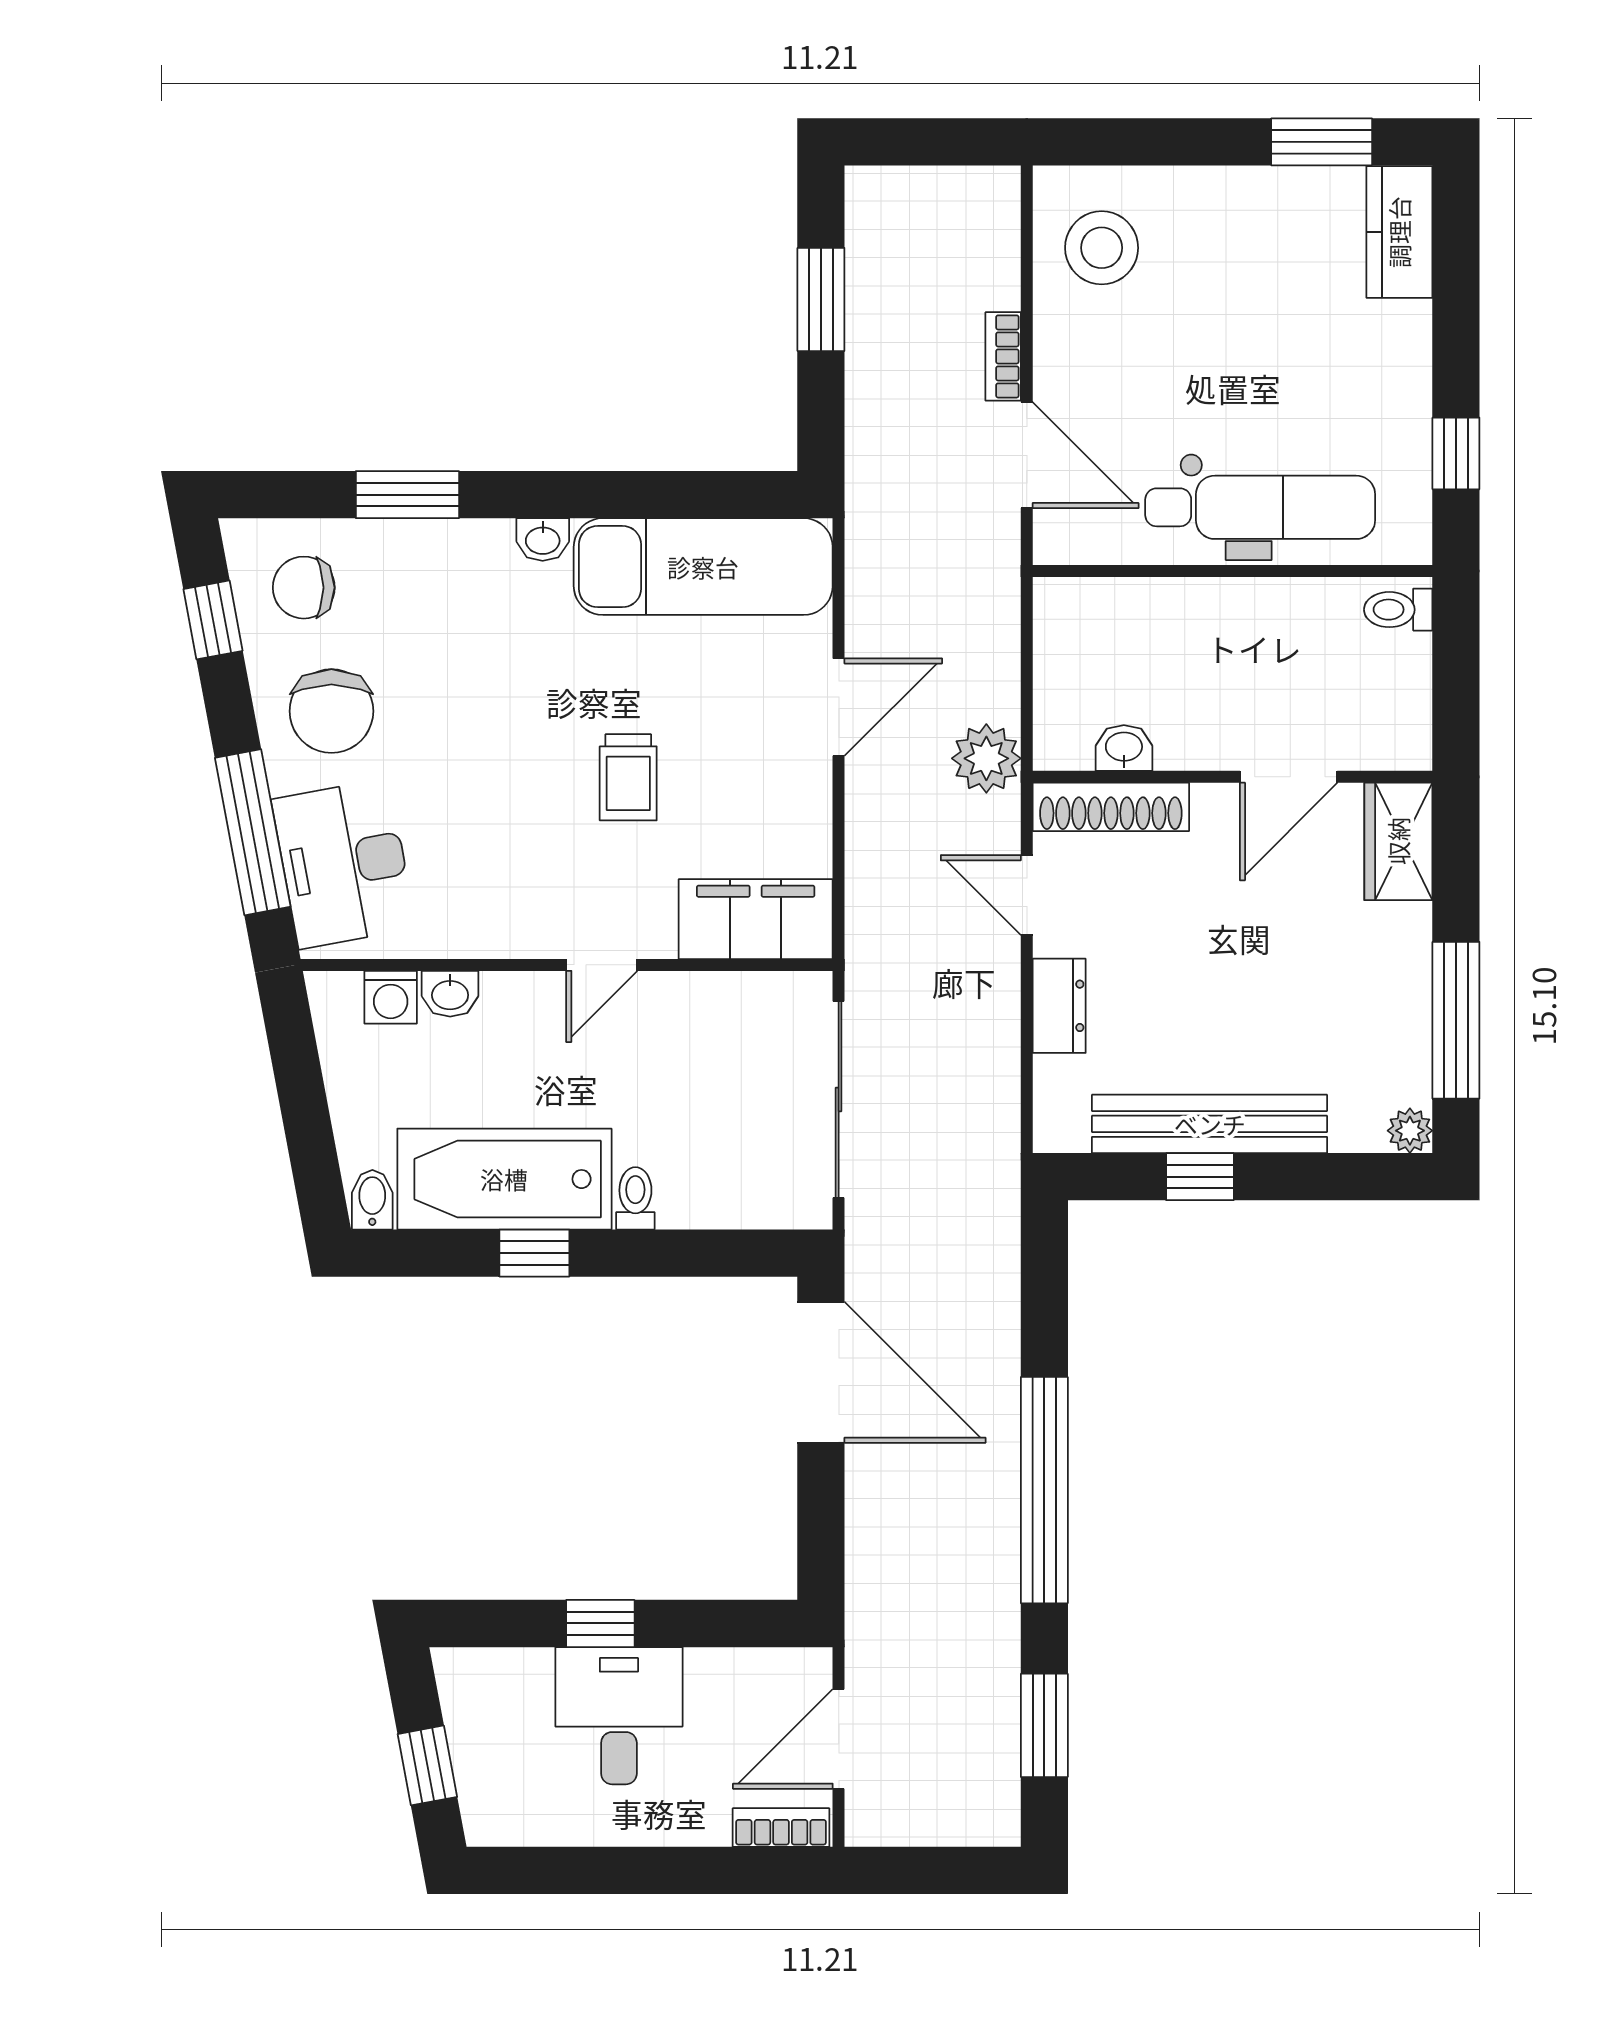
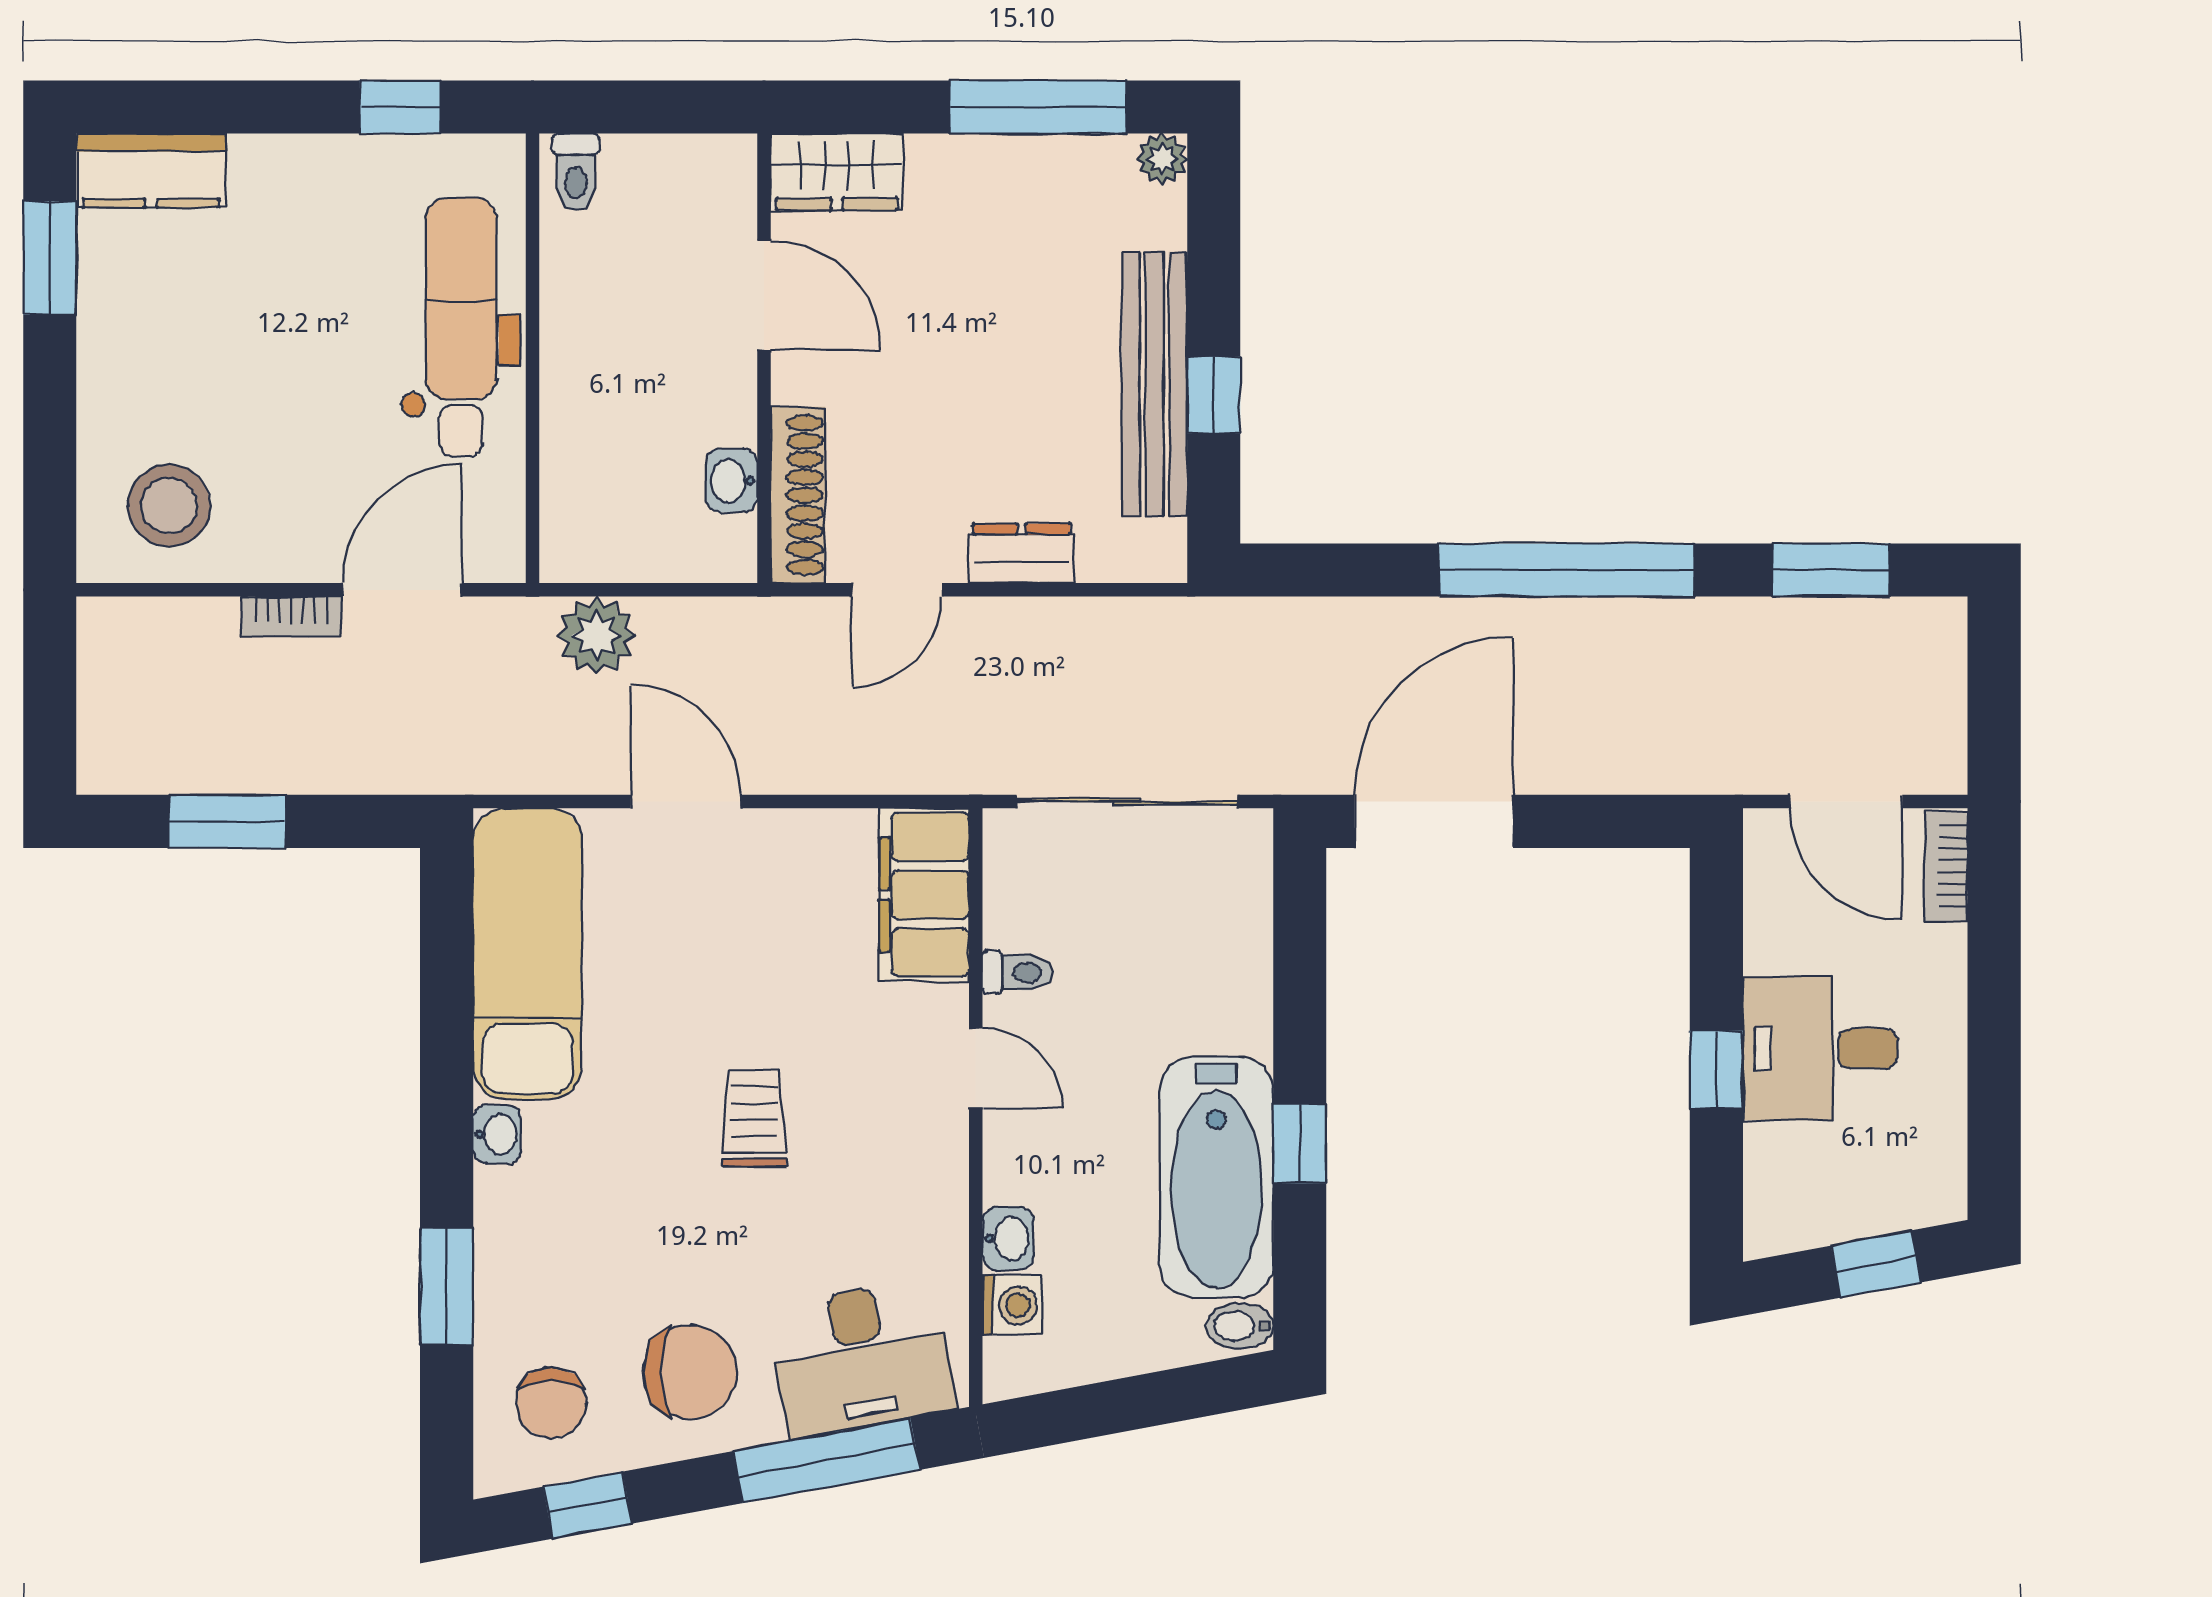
plant: (986, 758) -> (597, 635), moved
trolley: (628, 777) -> (754, 1118), moved, turned -90
toilet: (635, 1198) -> (1017, 972), moved, turned 180

